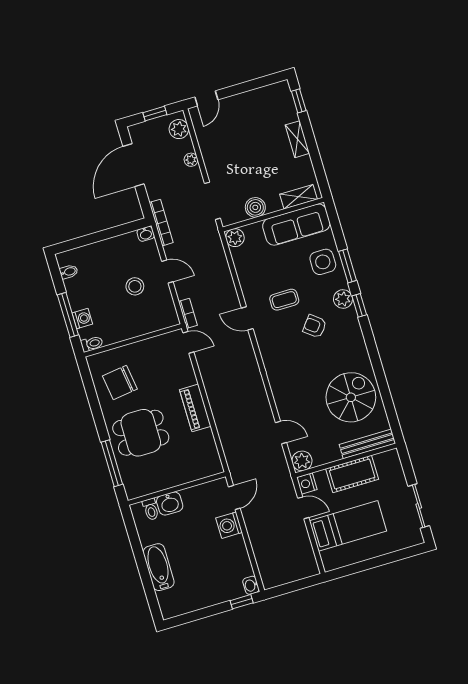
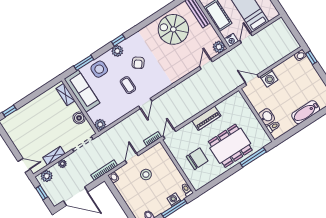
shelving: (297, 139) -> (54, 156), moved
window: (348, 266) -> (84, 63), moved
chair: (120, 383) -> (197, 159), moved, turned -82
dining table: (141, 433) -> (230, 146), width x1.38

